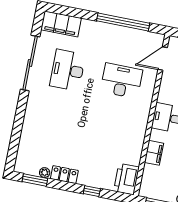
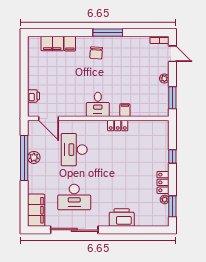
plant: (122, 33) -> (34, 157), added
locker: (139, 136) -> (118, 125), added
filing cabinet: (154, 153) -> (125, 110), width x0.50
printer: (126, 179) -> (122, 218), moved, turned 180

